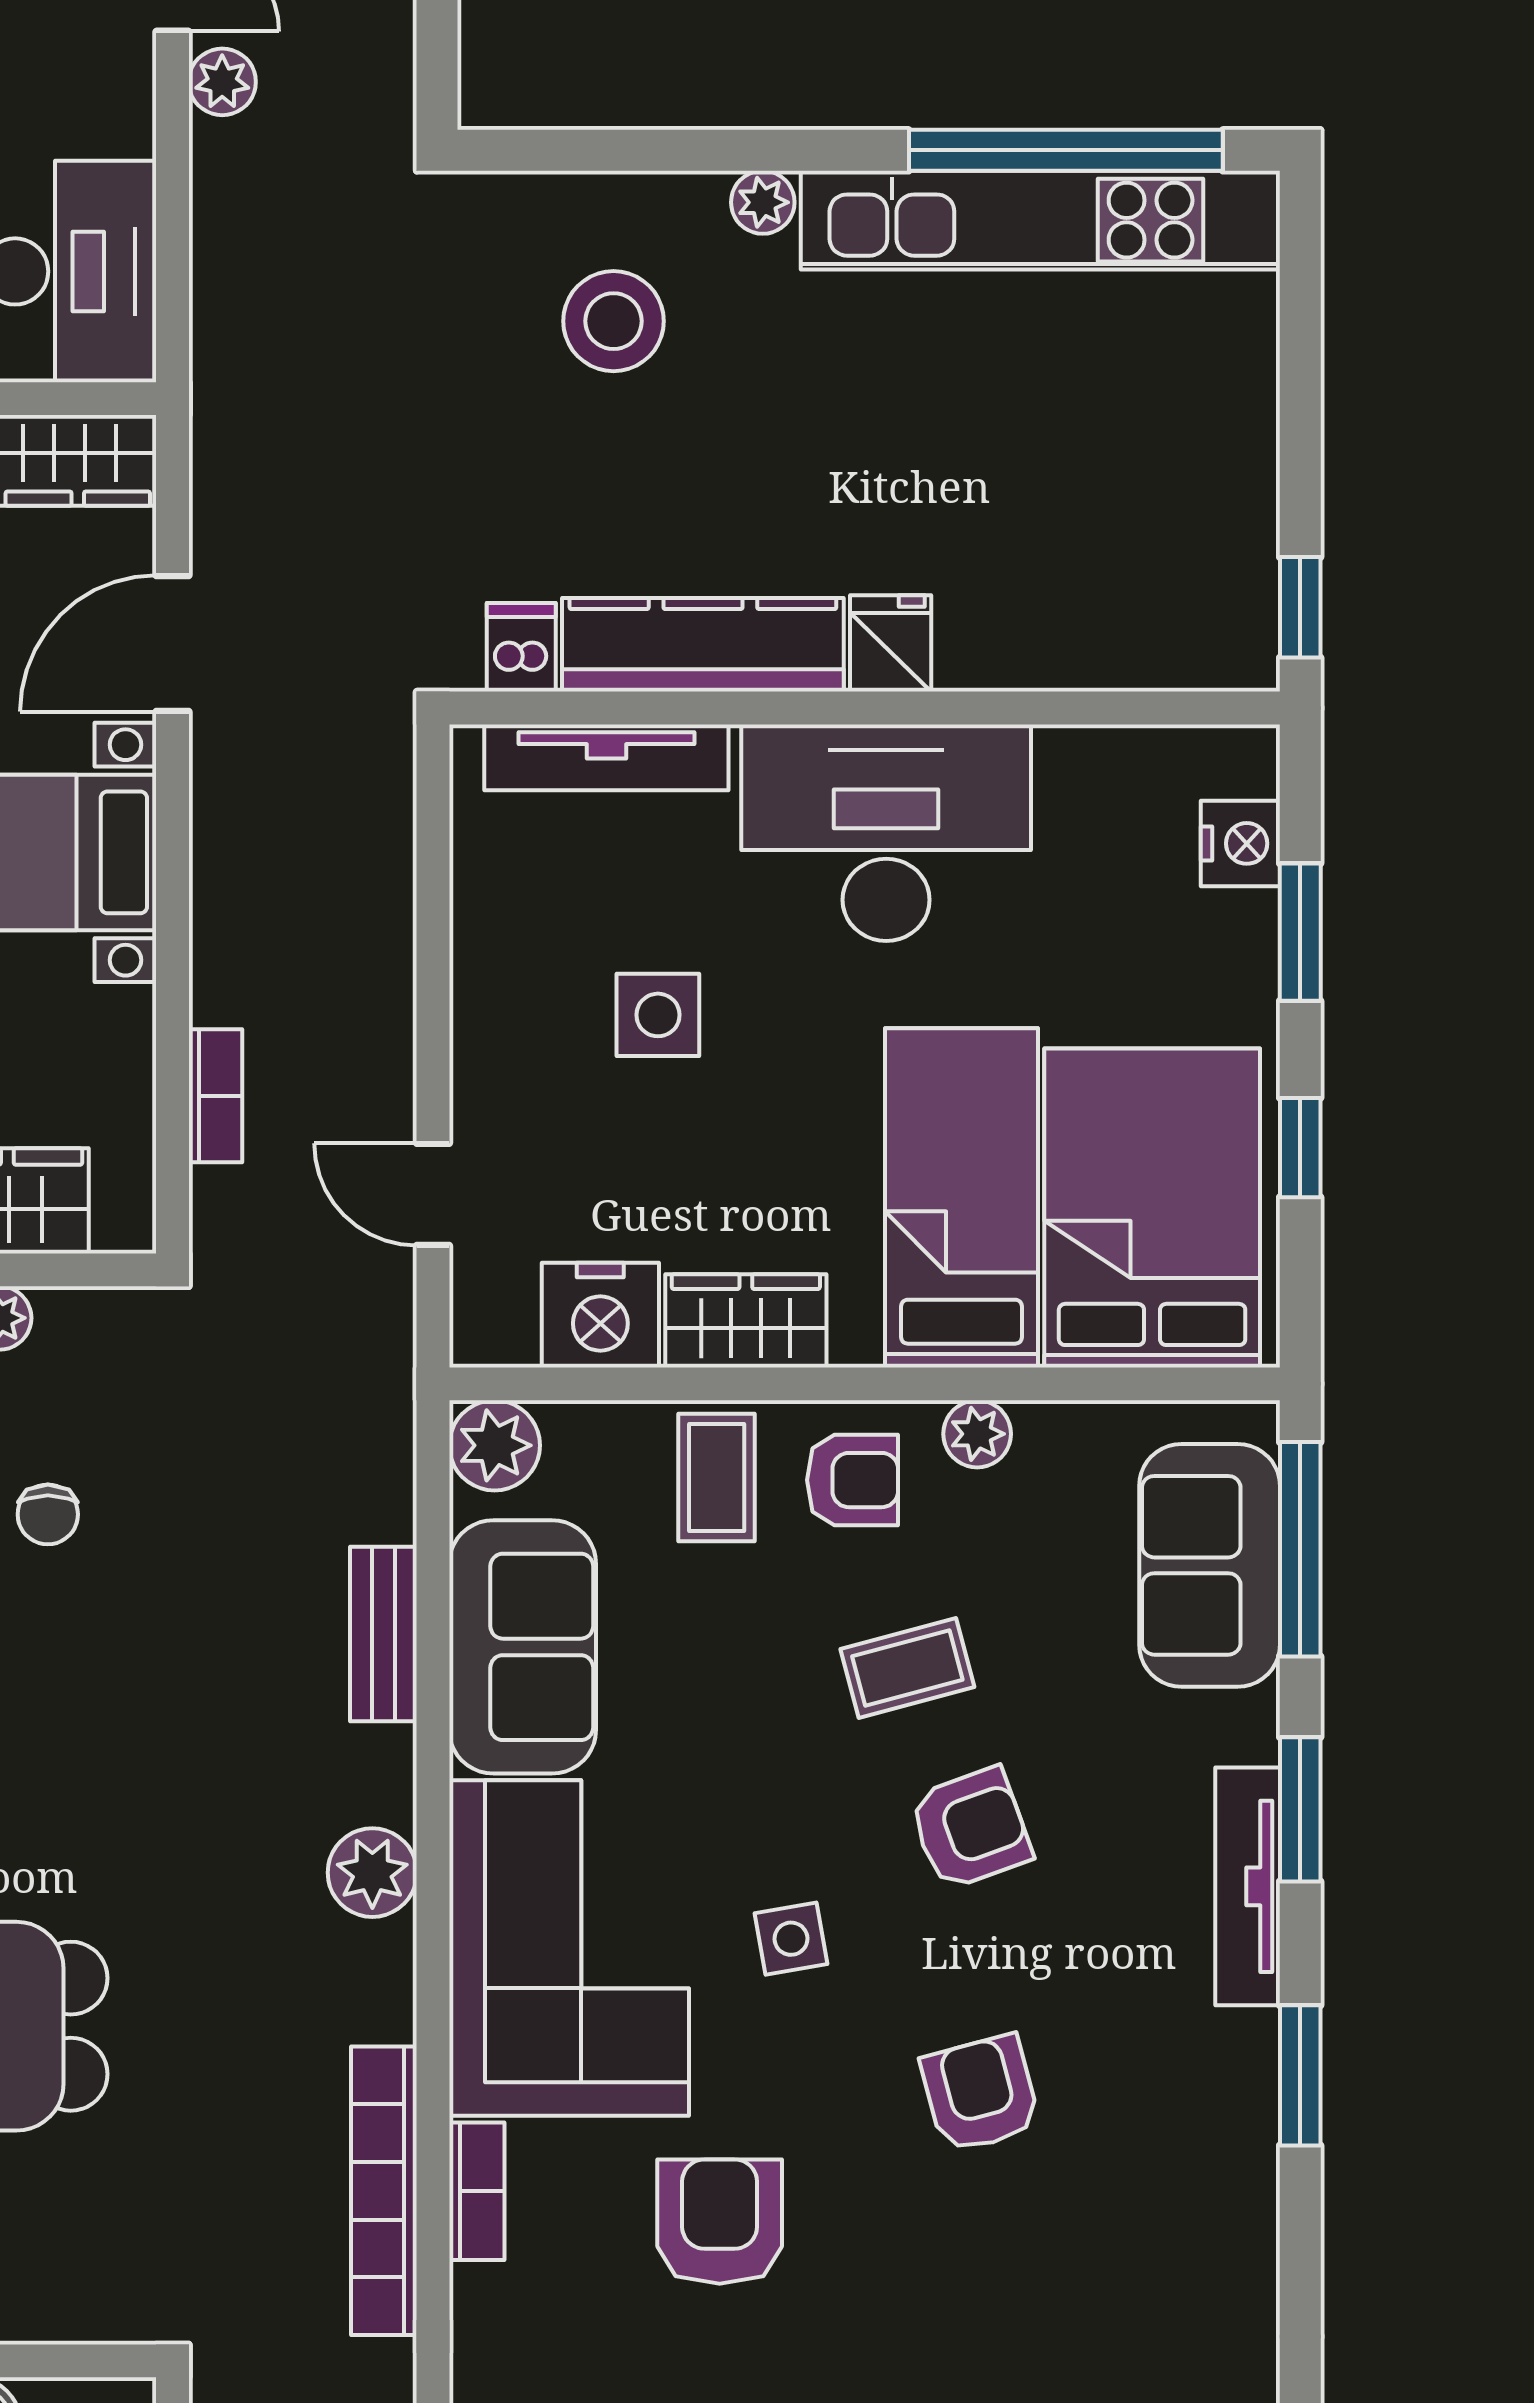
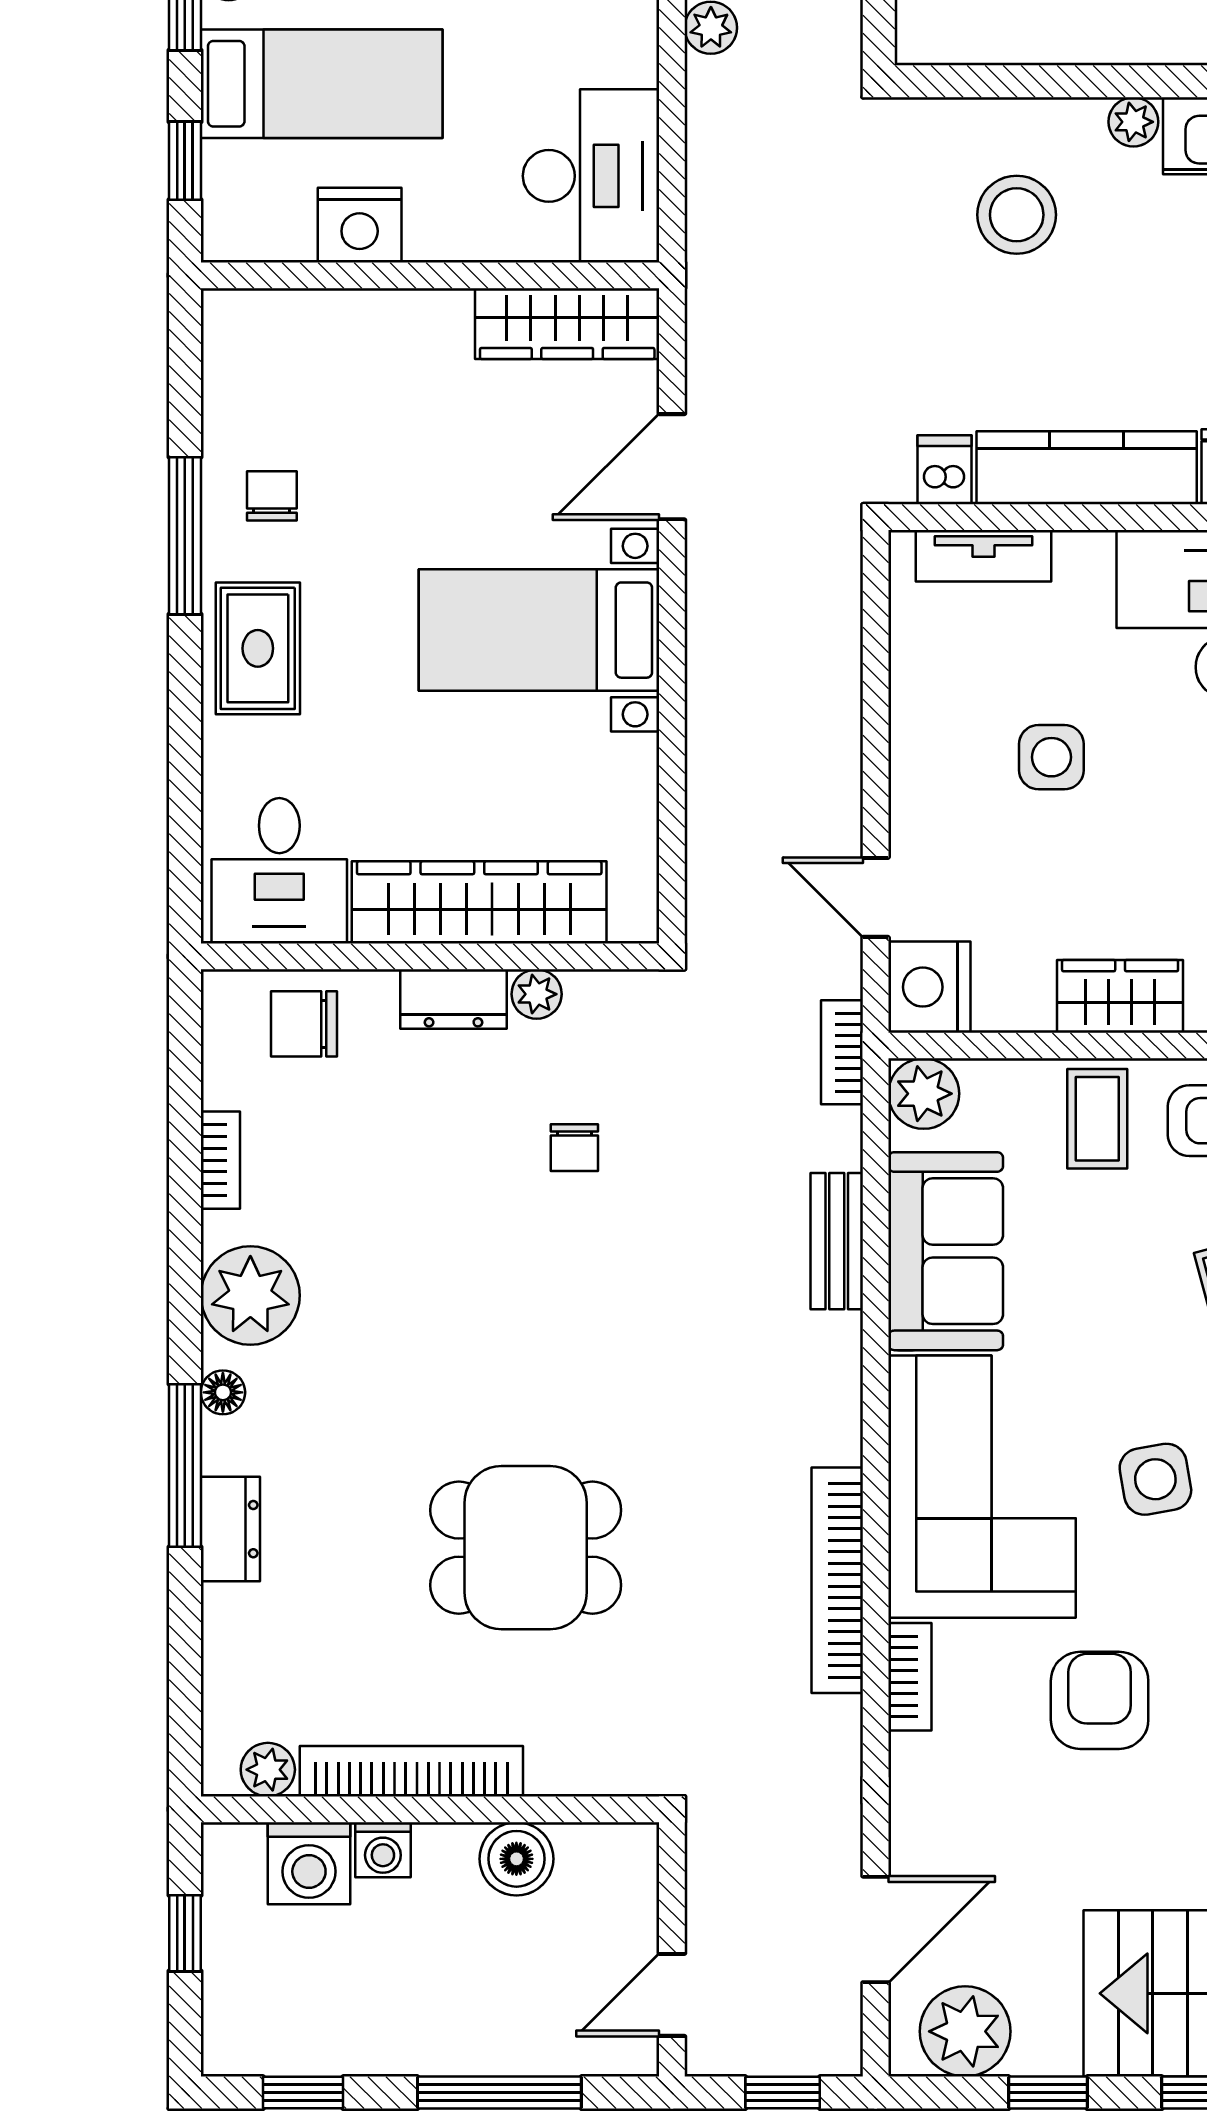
tv unit: (606, 757) -> (983, 556), width x0.71
bookcase: (215, 1096) -> (842, 1052), moved, turned 180
nightstand: (600, 1315) -> (929, 987), moved, turned 90
plant: (372, 1873) -> (828, 1428), removed
side table: (791, 1939) -> (1155, 1479), width x1.37, depth x1.37
bookcase: (384, 2191) -> (837, 1580), moved

